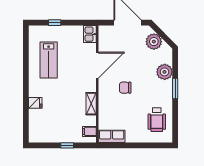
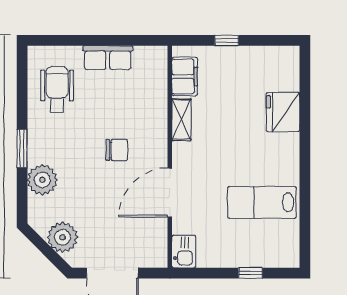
lab bench: (49, 60) -> (262, 202), turned -90
fridge: (35, 103) -> (283, 112), width x1.88, depth x1.34
filing cabinet: (89, 131) -> (185, 76), width x2.00
row of seats: (112, 136) -> (108, 58), moved

